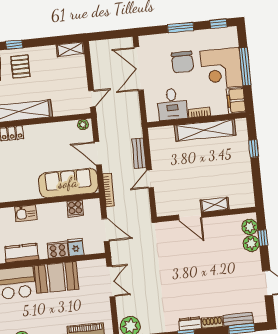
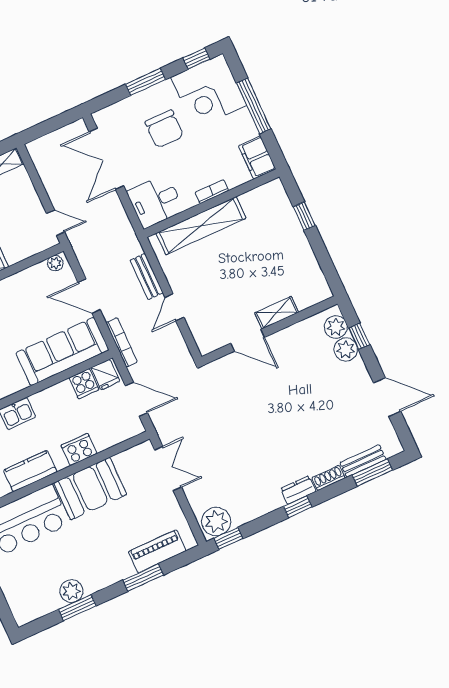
corner desk: (221, 69) -> (209, 91), moved
door: (92, 99) -> (55, 223), hinge flipped
desk: (172, 104) -> (155, 201), moved, turned 90
shelving: (205, 130) -> (201, 226), moved
fridge: (76, 247) -> (105, 375), moved, turned 180

